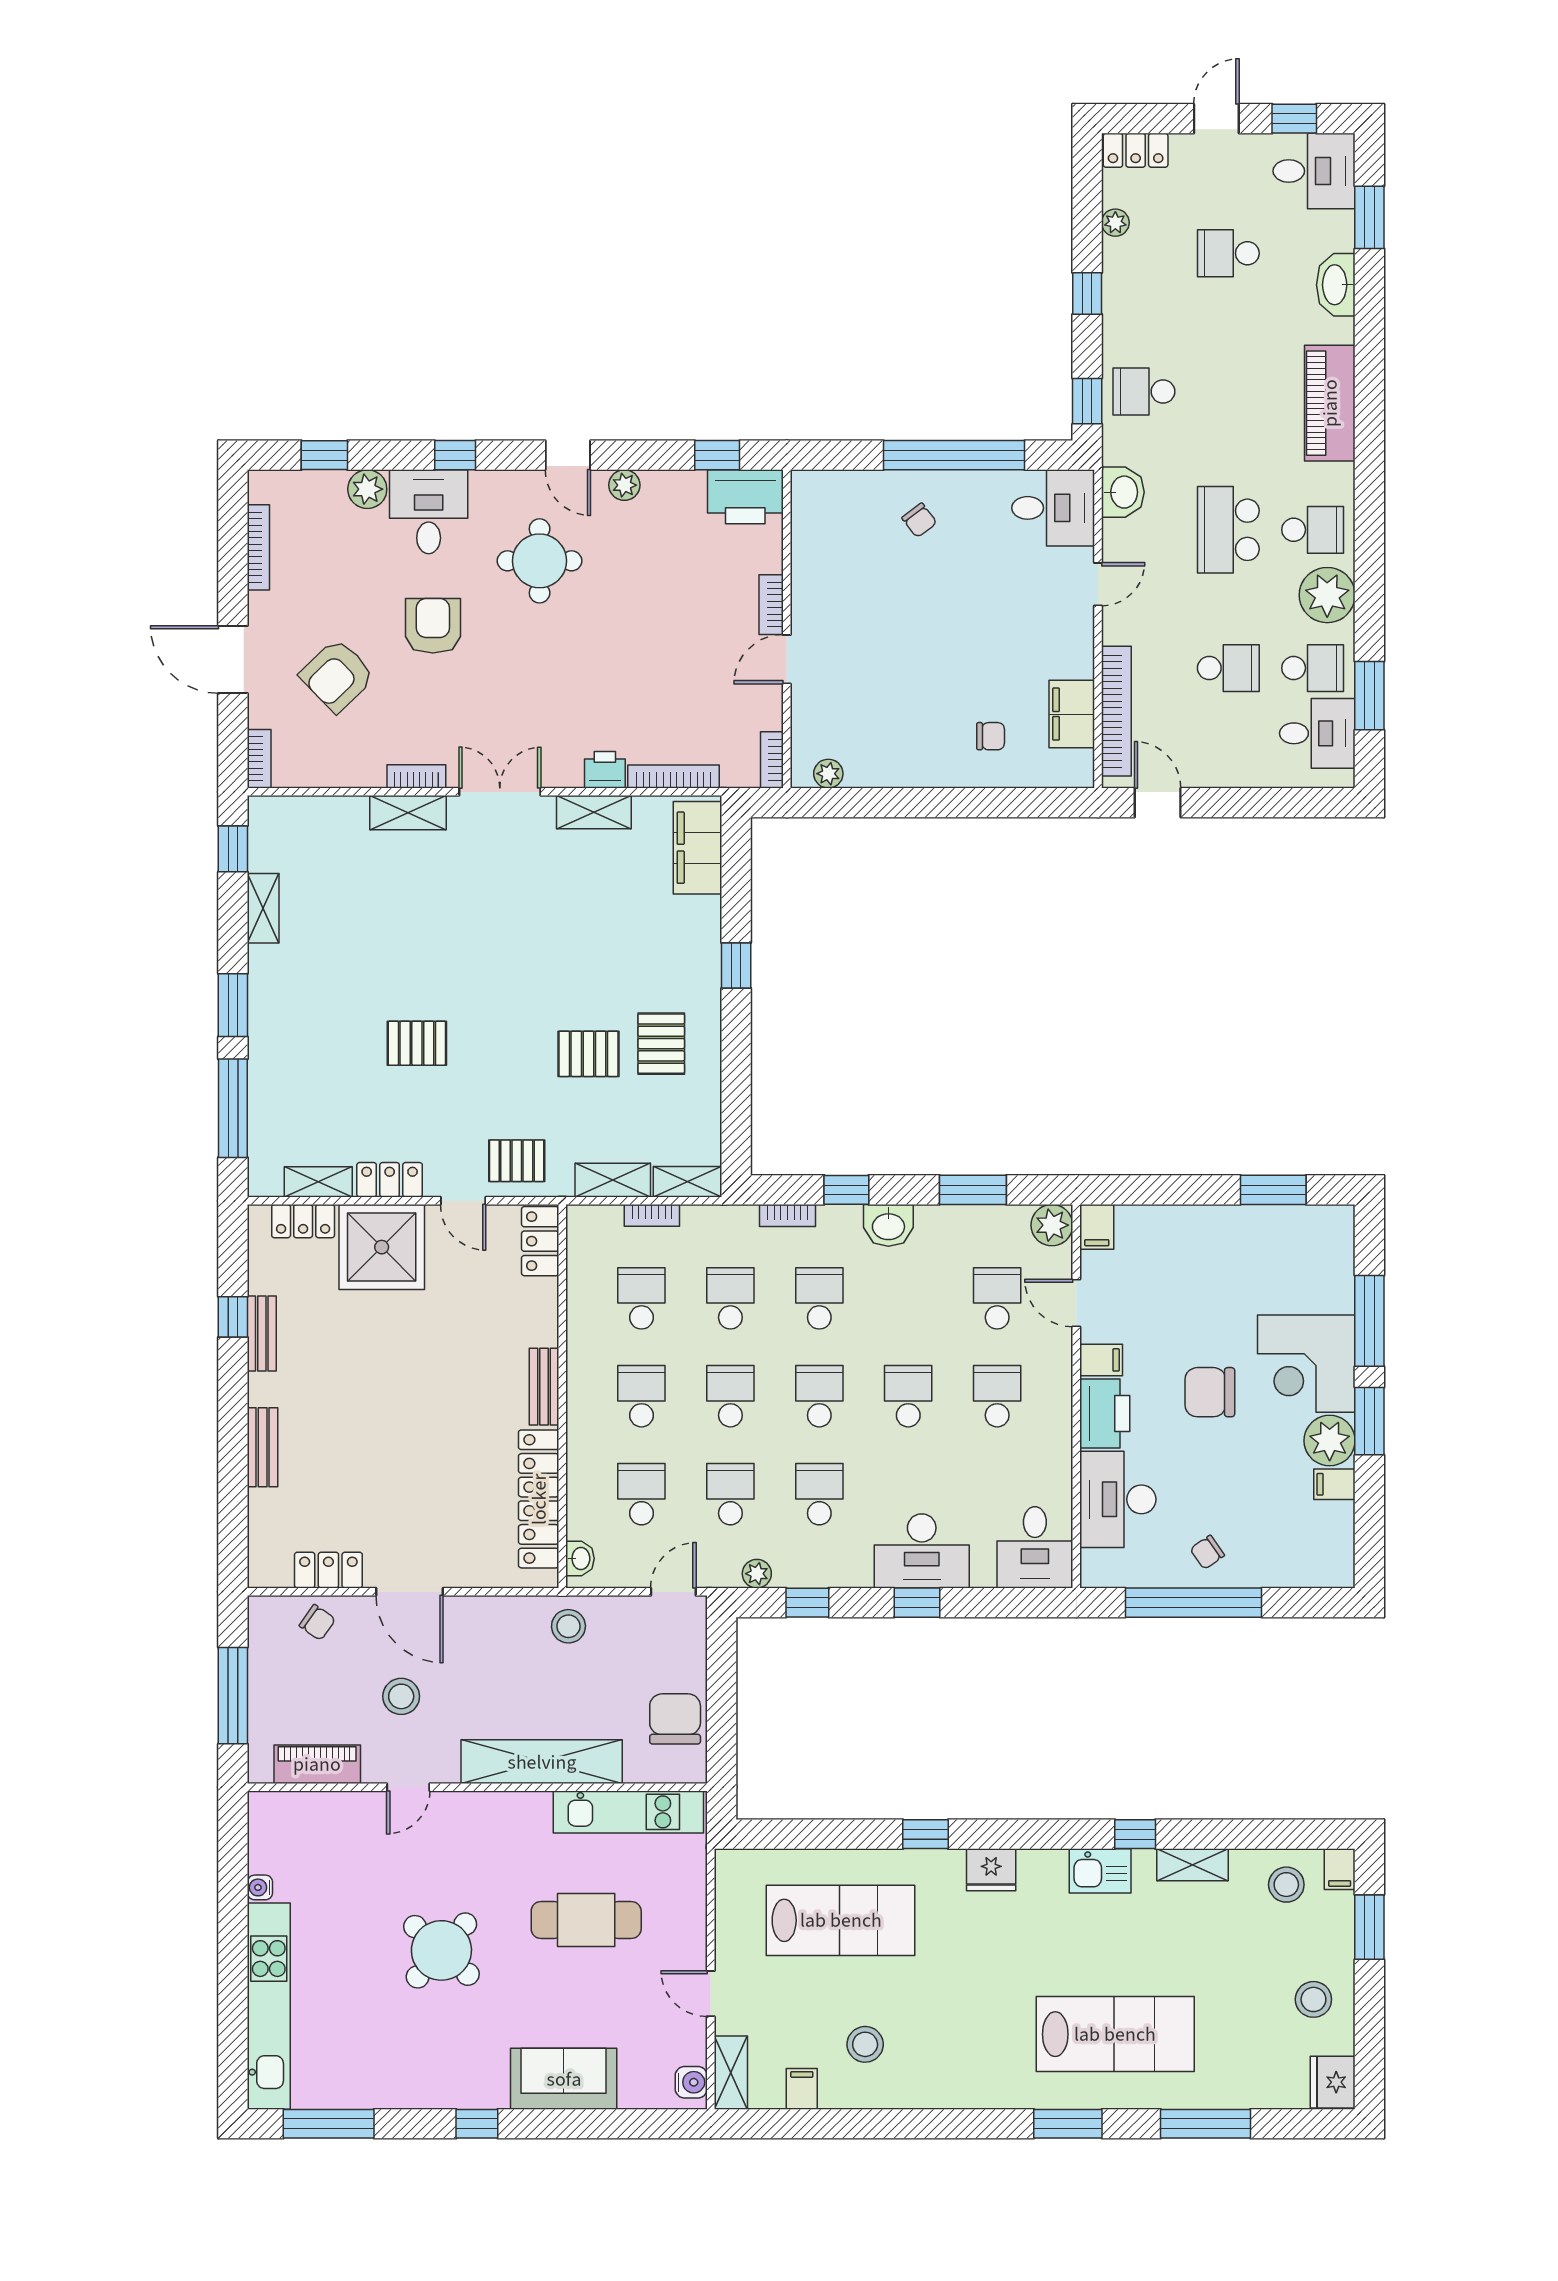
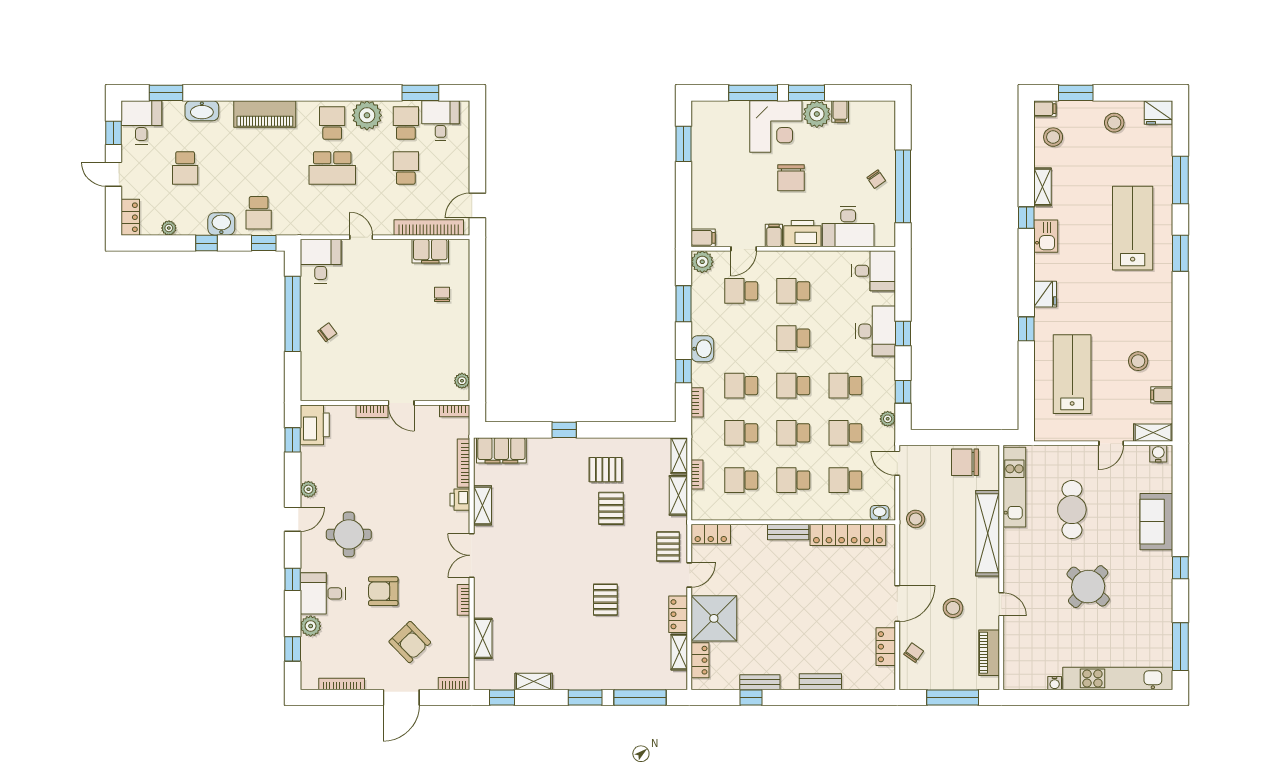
washbasin: (1123, 492) -> (221, 224), moved
shelving: (408, 813) -> (483, 638), moved

